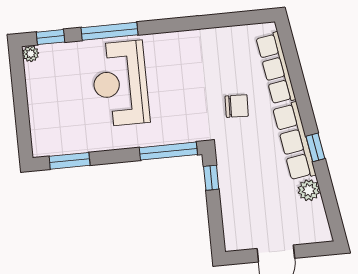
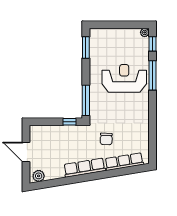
window: (315, 147) -> (80, 178), removed
plant: (309, 190) -> (39, 176), moved

